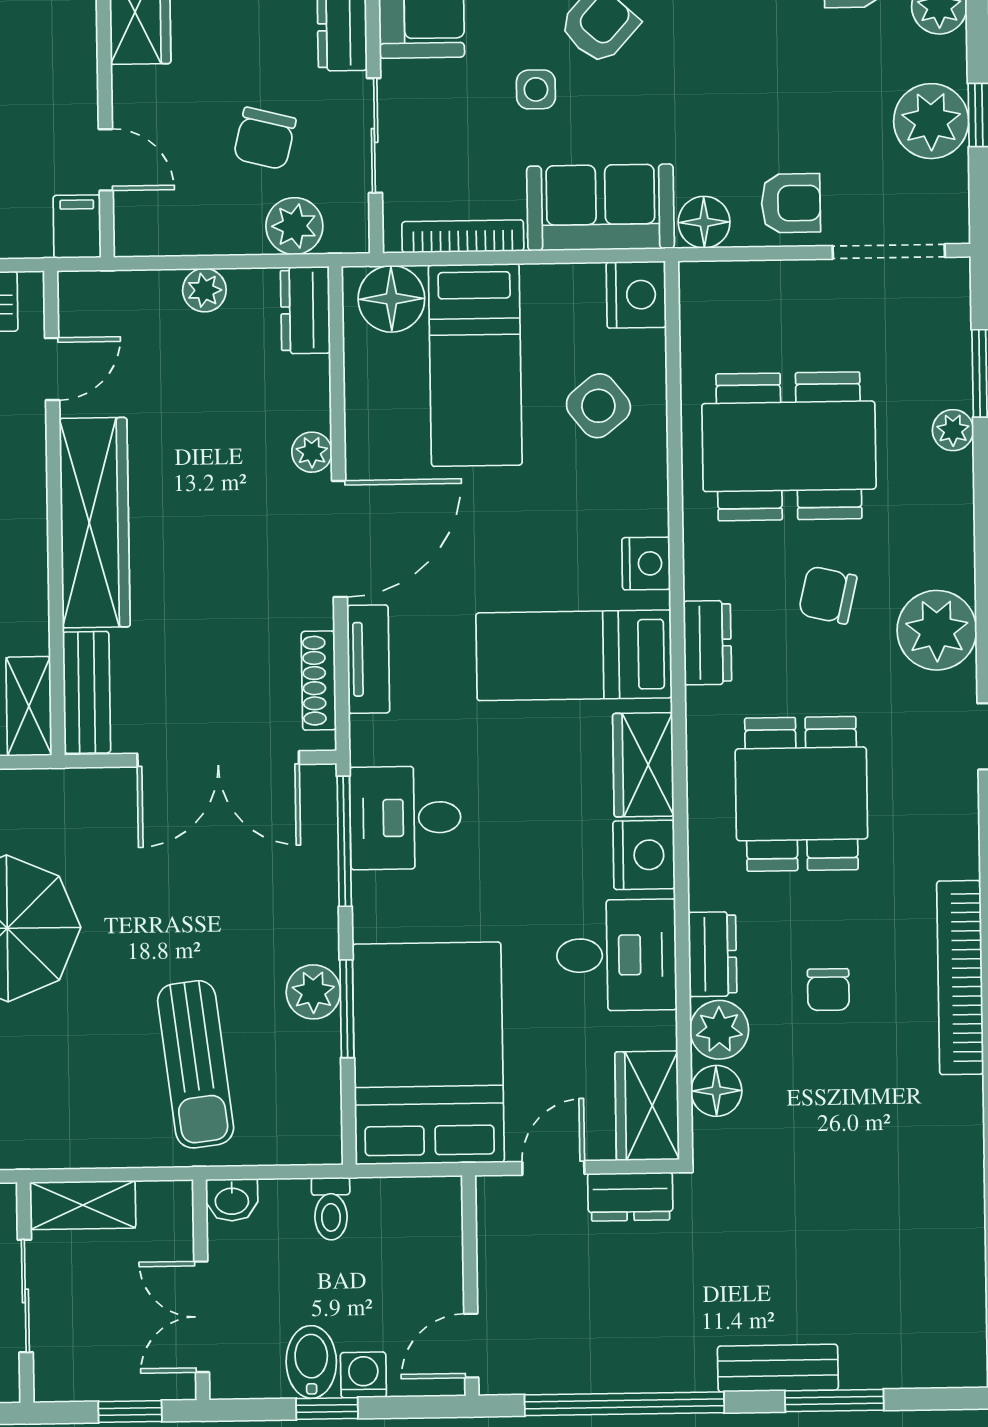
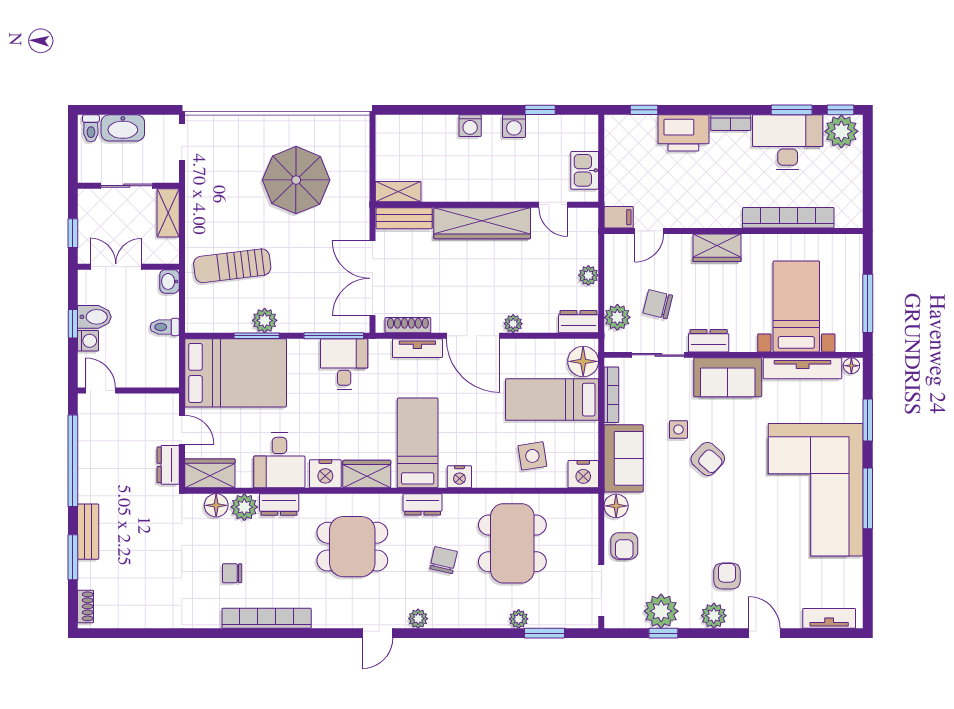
side table: (598, 406) -> (532, 456), turned 30
plant: (937, 630) -> (418, 619), width x0.53, depth x0.53
chair: (828, 990) -> (232, 573), moved
shoe rack: (940, 1371) -> (86, 606), added

